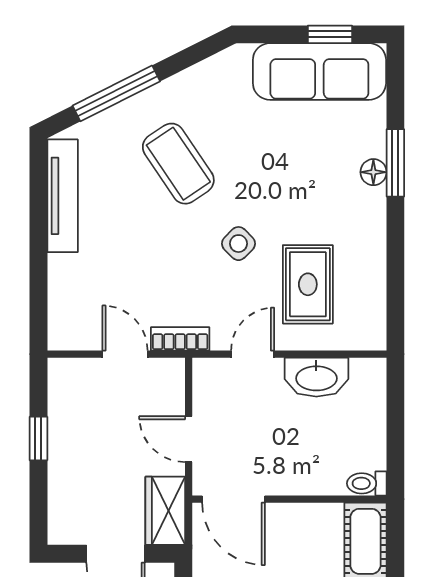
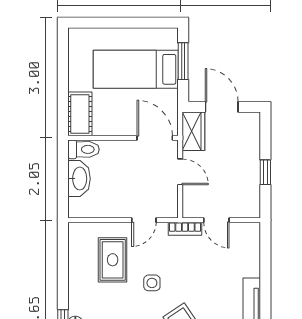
side table: (238, 244) -> (152, 283), turned 45
washbasin: (316, 377) -> (79, 179), moved, turned 90
toilet: (367, 483) -> (83, 149), width x1.37, depth x1.39

